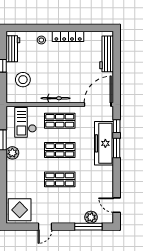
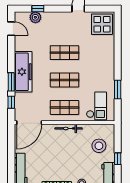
freezer: (104, 143) -> (23, 72), moved
plant: (12, 153) -> (109, 77), removed
window: (88, 227) -> (38, 9), width x0.46

